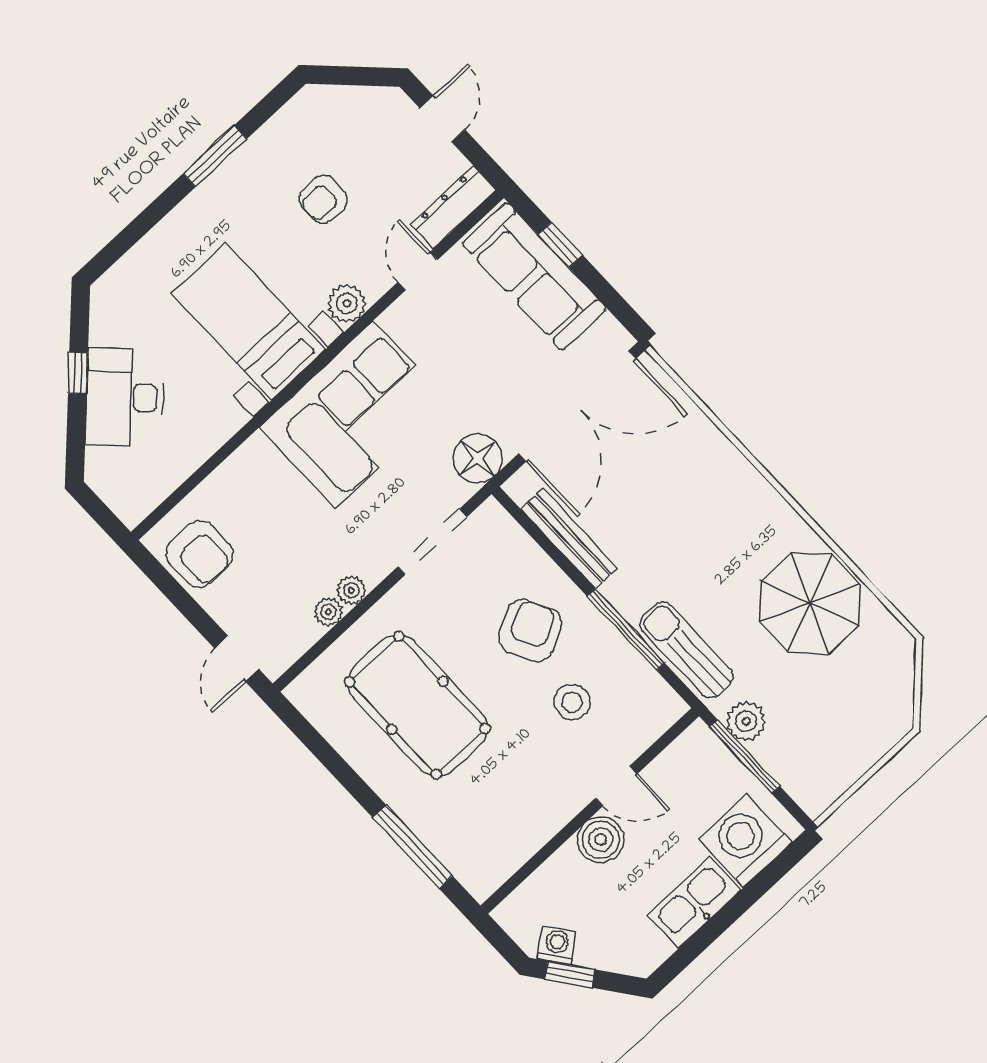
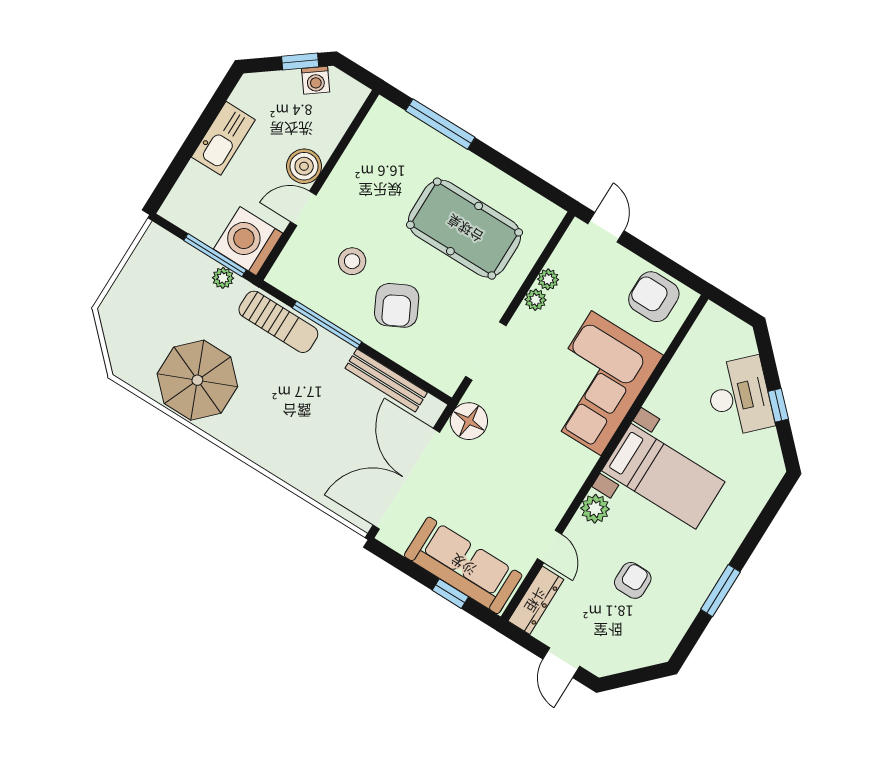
corner sofa: (354, 414) -> (596, 383), moved
plant: (746, 721) -> (223, 278), width x0.73, depth x0.73
washing machine: (745, 841) -> (248, 241), moved, turned 180

